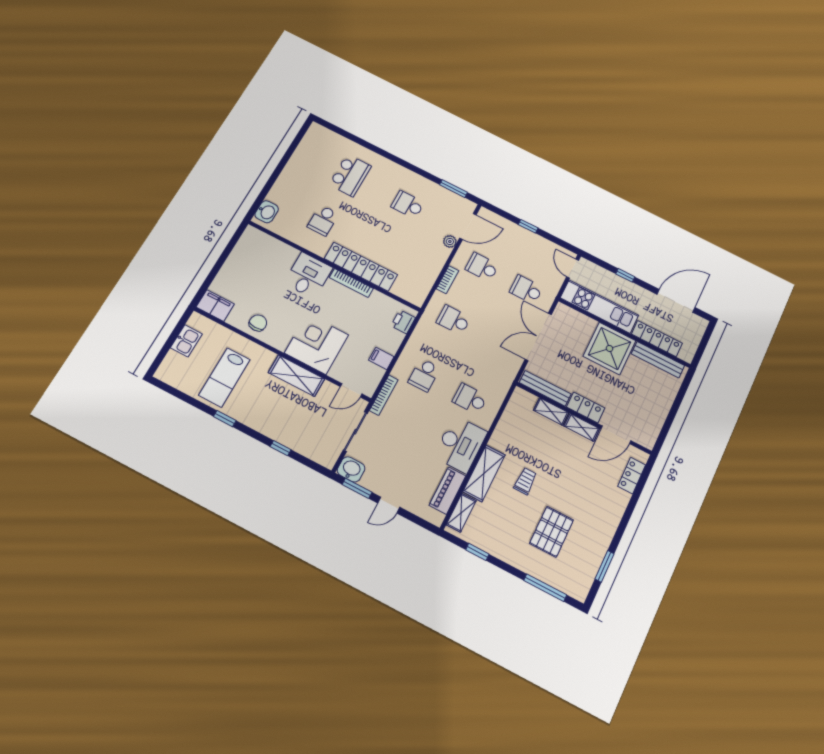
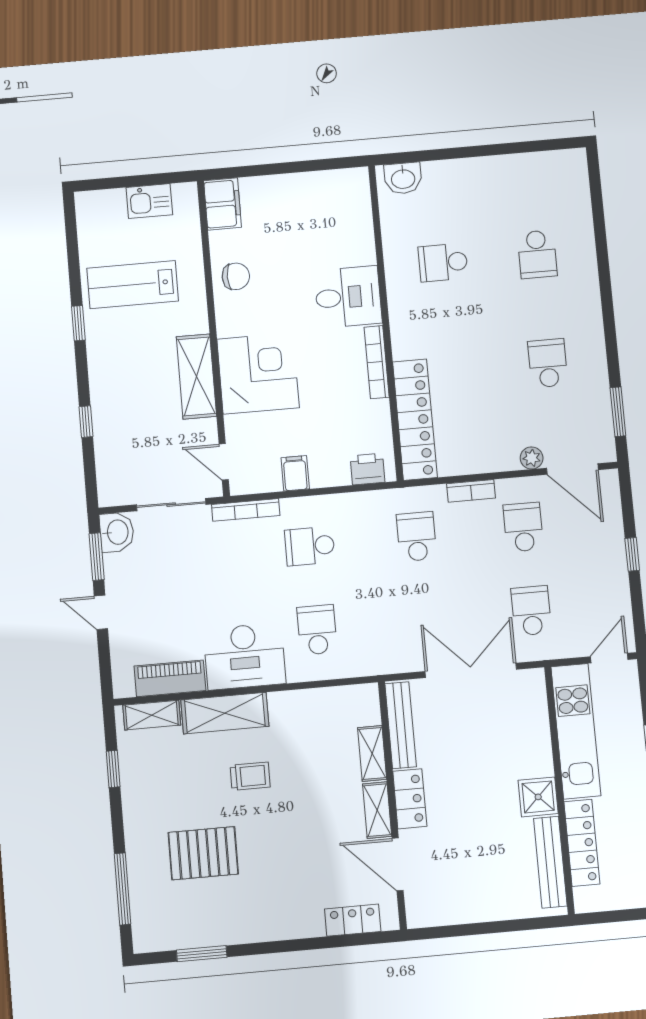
school desk: (350, 175) -> (537, 254), width x0.54
locker: (361, 267) -> (415, 420), moved
shower: (610, 348) -> (538, 797), width x0.54, depth x0.54

